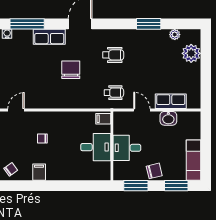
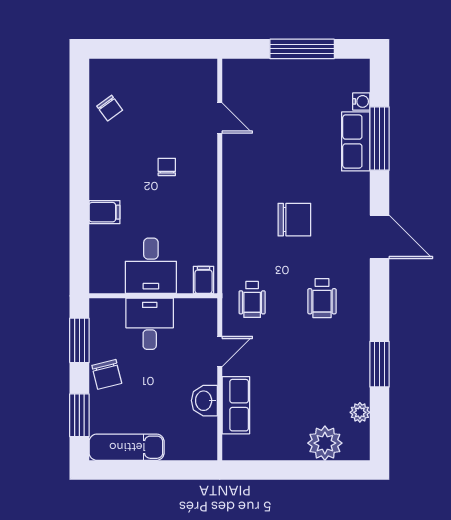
row of seats: (49, 37) -> (356, 141), moved
filing cabinet: (39, 172) -> (104, 212), moved

